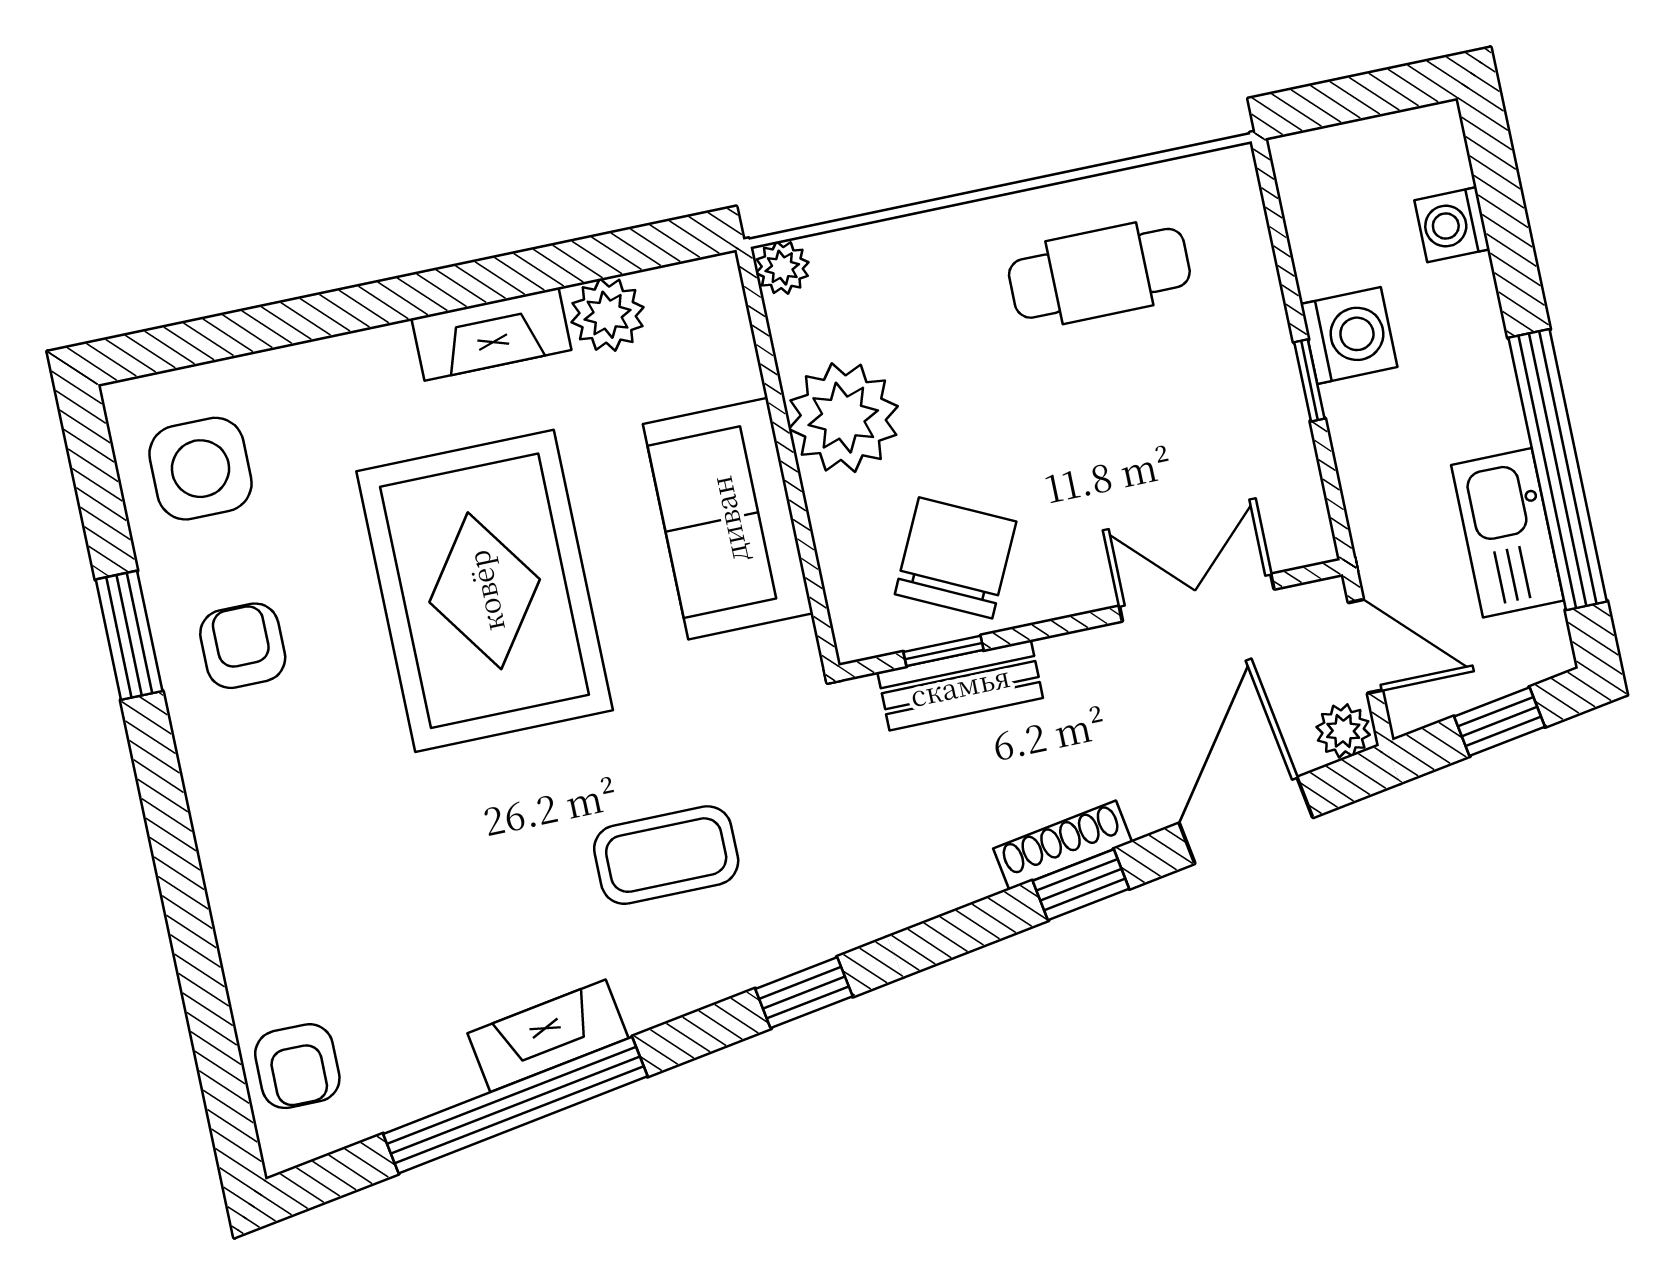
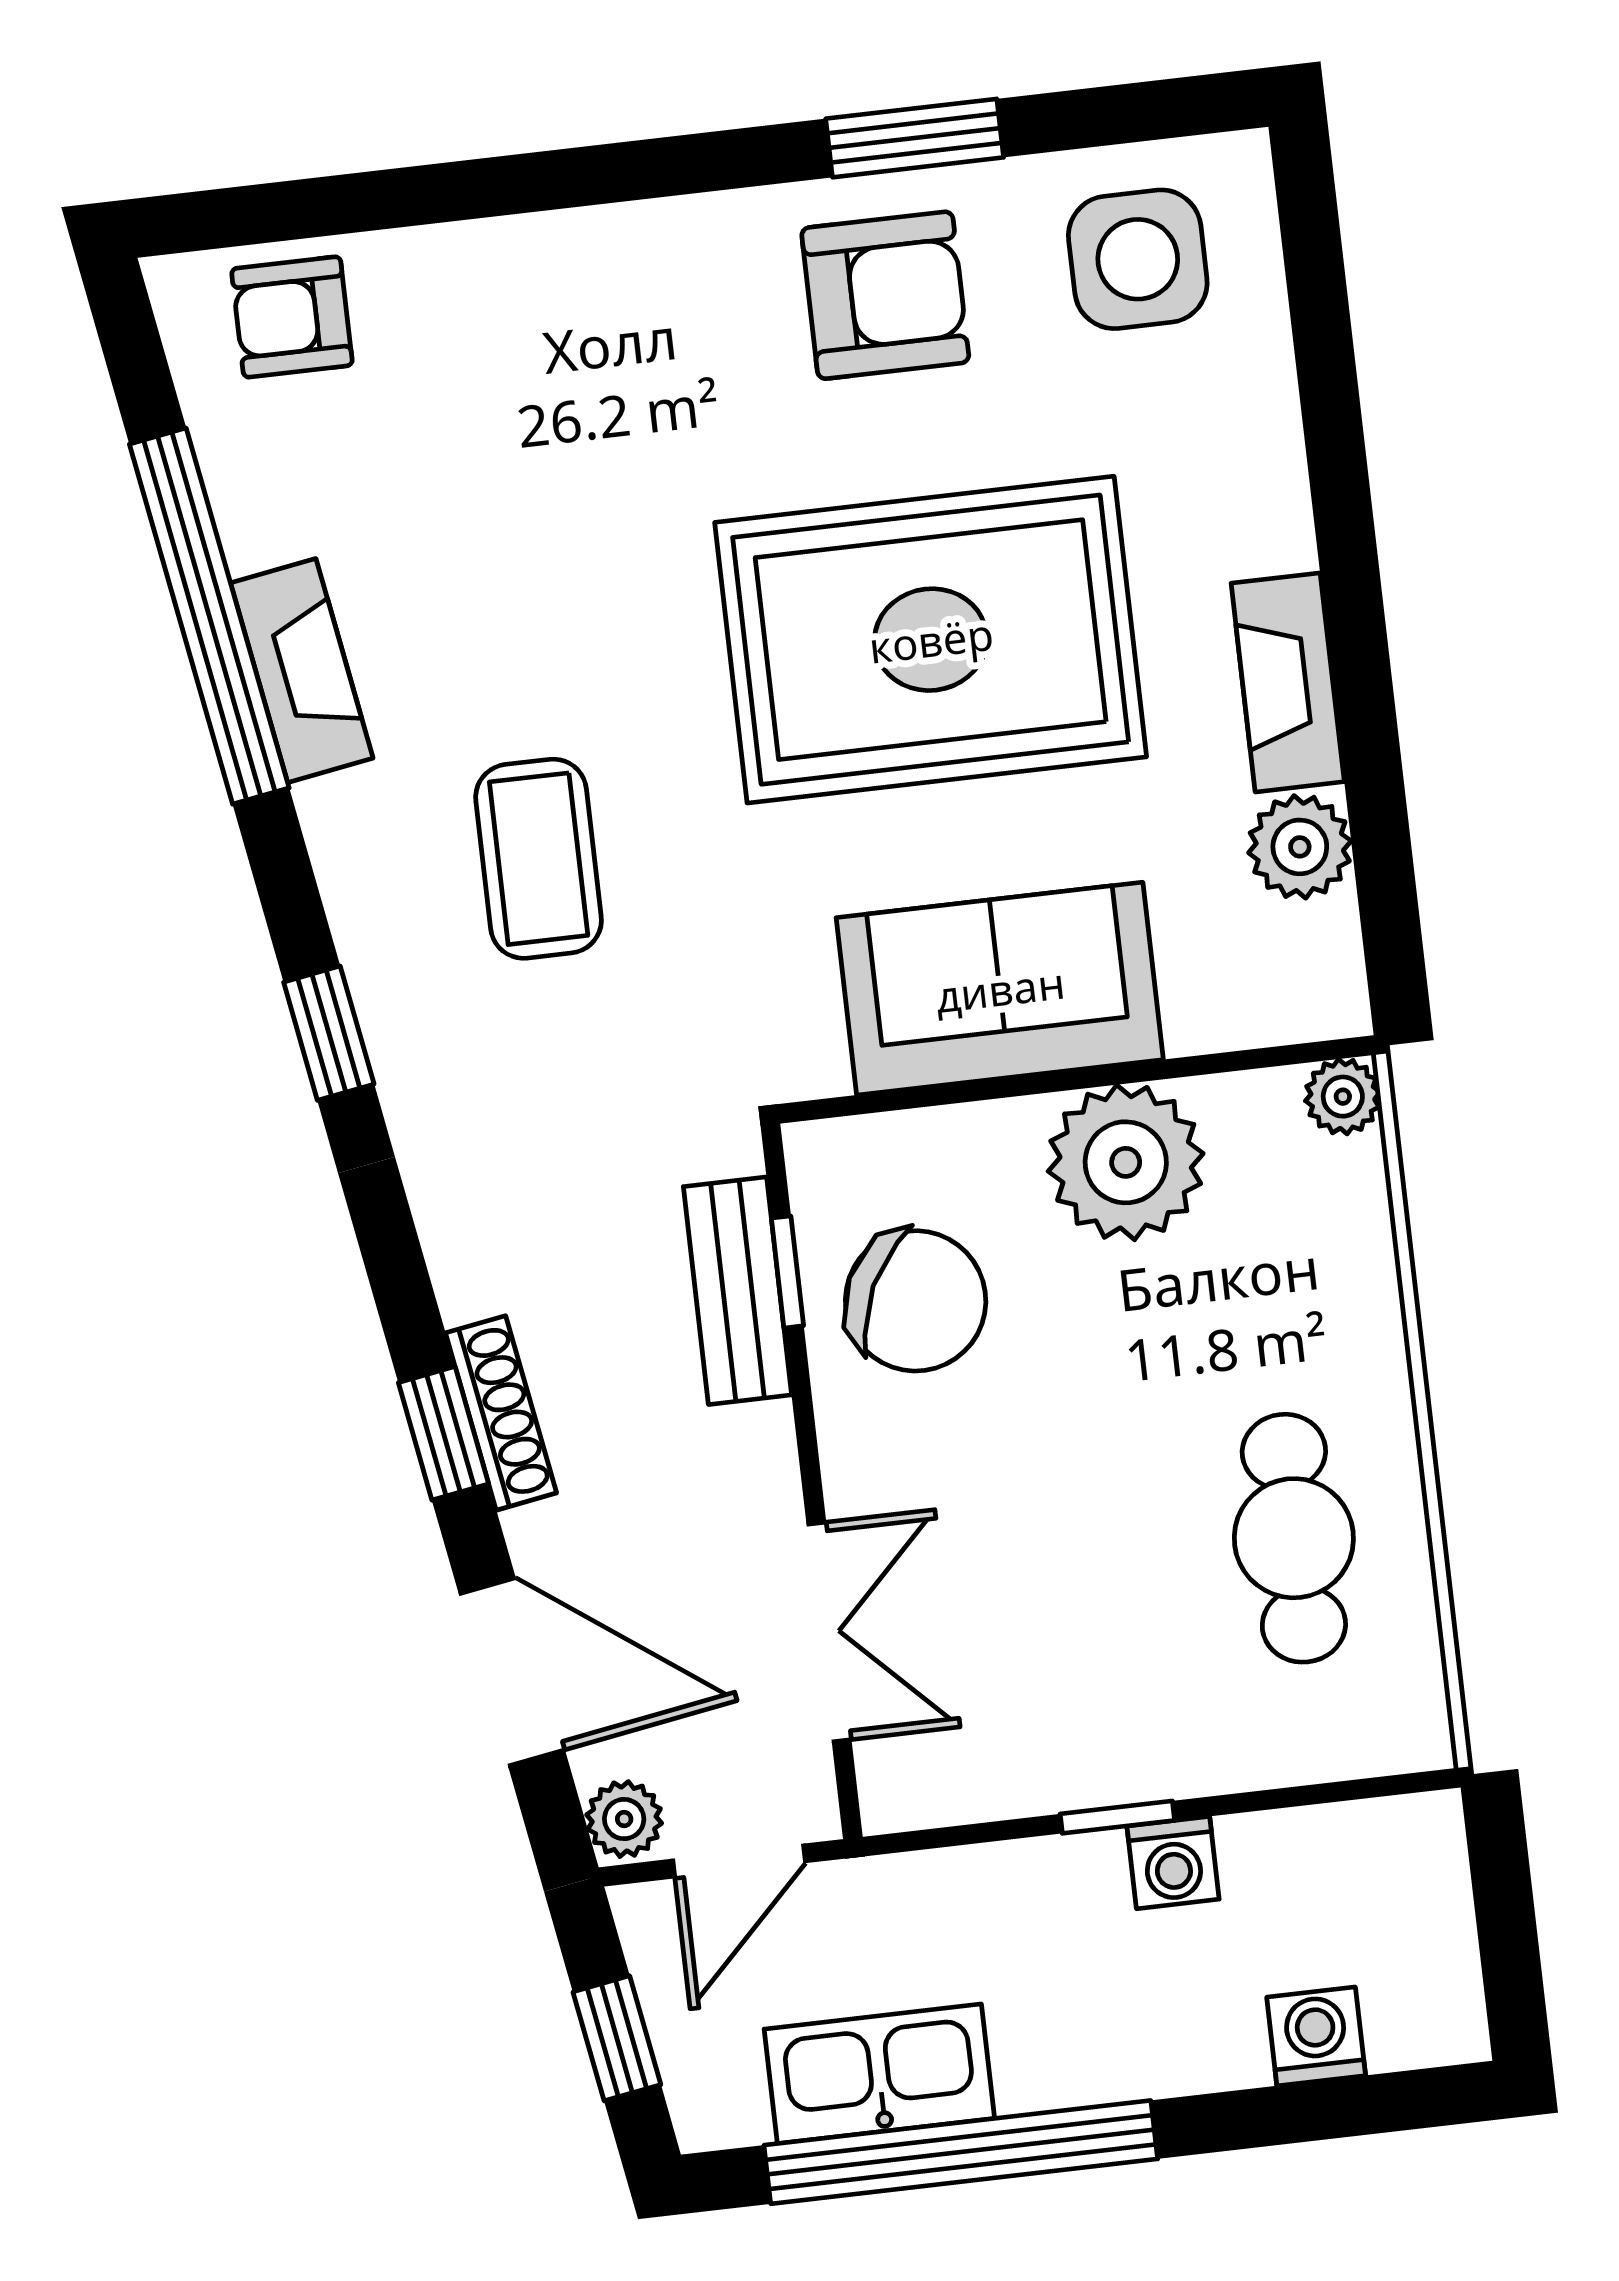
washing machine: (1349, 336) -> (1173, 1863), width x0.73, depth x0.73
armchair: (243, 646) -> (885, 295), width x1.38, depth x1.38

